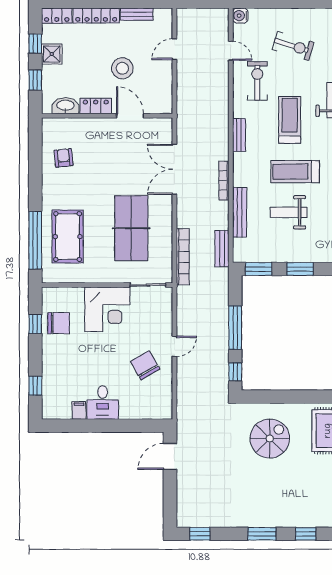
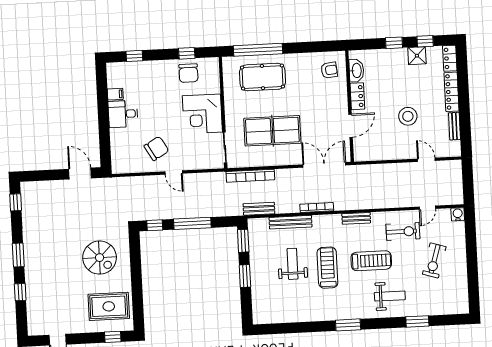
washbasin: (65, 106) -> (356, 70), moved
locker: (96, 106) -> (357, 96), moved
wall: (107, 116) -> (350, 106), moved
door: (130, 116) -> (351, 126), moved

